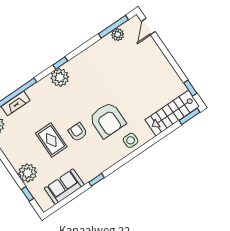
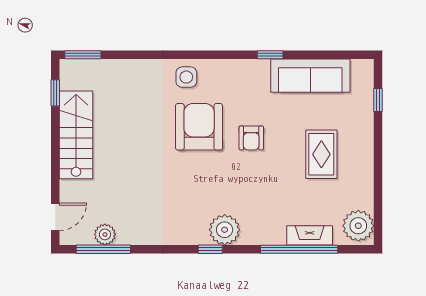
stairs: (172, 113) -> (76, 135), moved, turned -90
rug: (51, 140) -> (321, 154), moved
plant: (28, 173) -> (358, 129), removed
sofa: (64, 187) -> (310, 76), width x1.36

